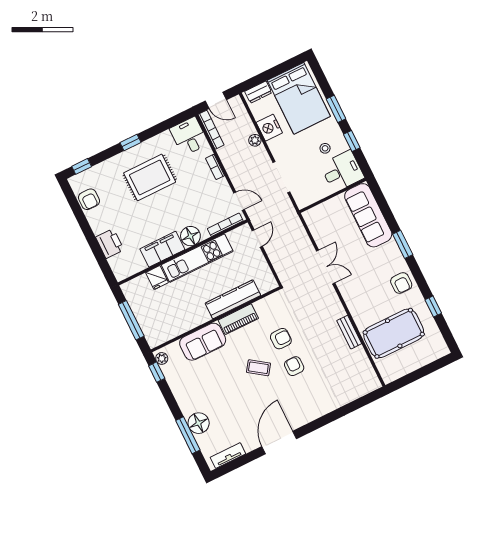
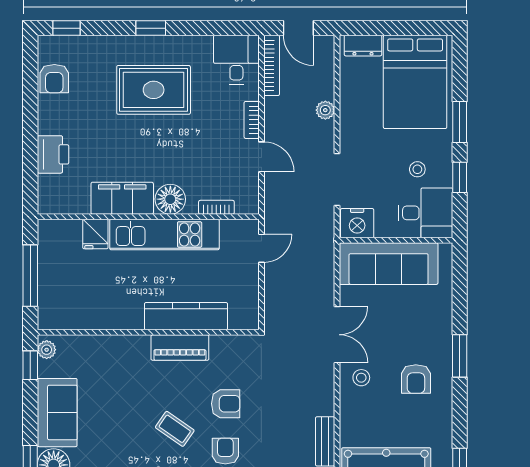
nightstand: (269, 128) -> (357, 223), moved, turned -90
door: (239, 201) -> (261, 157), moved
sofa: (368, 215) -> (389, 264), moved, turned -90
bookcase: (225, 225) -> (216, 207), width x0.64
armchair: (401, 283) -> (416, 379), moved
stool: (352, 285) -> (361, 378), added
sofa: (203, 342) -> (57, 413), moved, turned -90

